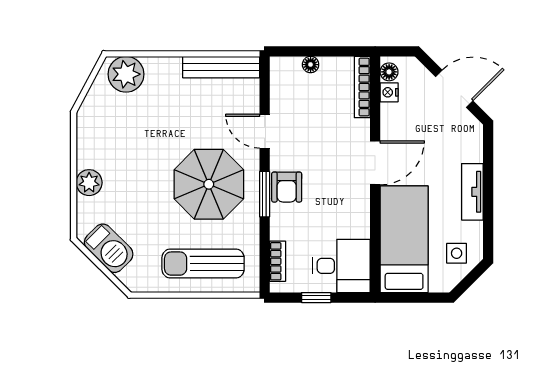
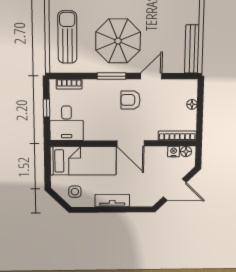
door: (454, 89) -> (175, 190), hinge flipped
armchair: (287, 187) -> (130, 100), moved

